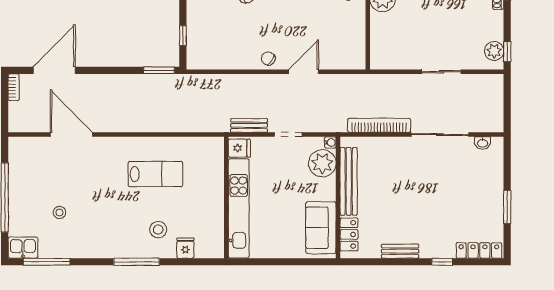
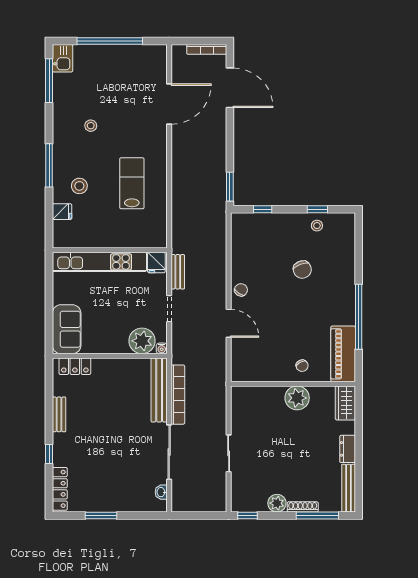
plant: (494, 51) -> (277, 503), moved
bookcase: (14, 87) -> (207, 49), width x1.56
lab bench: (155, 174) -> (132, 183), turned 180
bench: (349, 181) -> (159, 390), moved, turned 90
stool: (60, 212) -> (91, 126), moved
sofa: (321, 228) -> (67, 329), moved, turned 90

